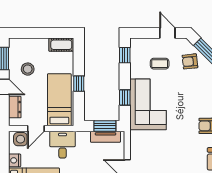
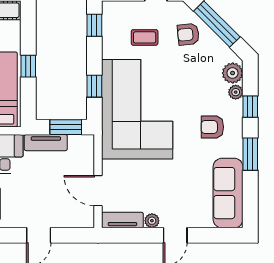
corner sofa: (148, 104) -> (137, 109), width x1.36, depth x1.36
tv unit: (105, 137) -> (46, 143), moved

